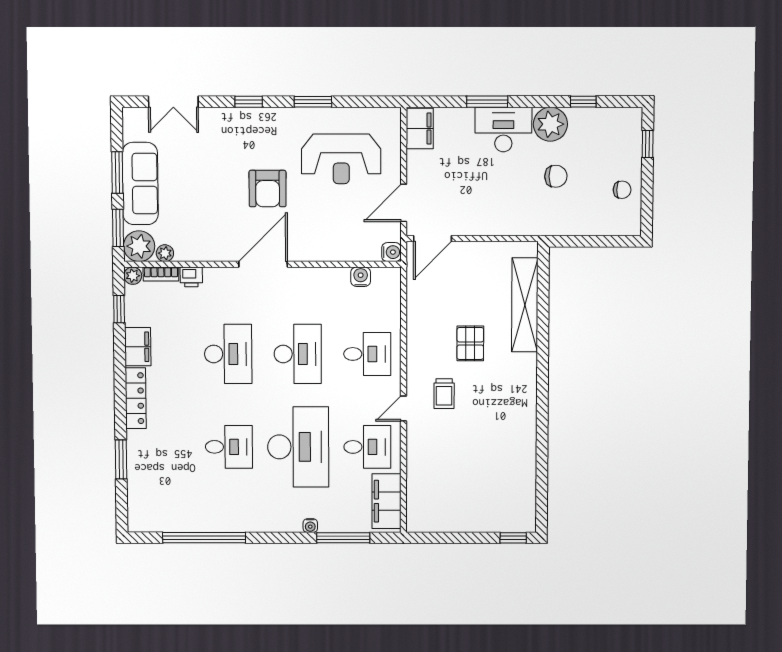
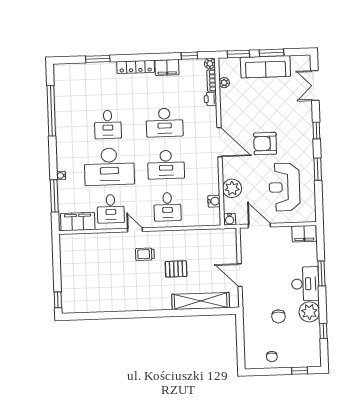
door: (433, 239) -> (240, 275), moved
plant: (139, 246) -> (232, 188), moved

